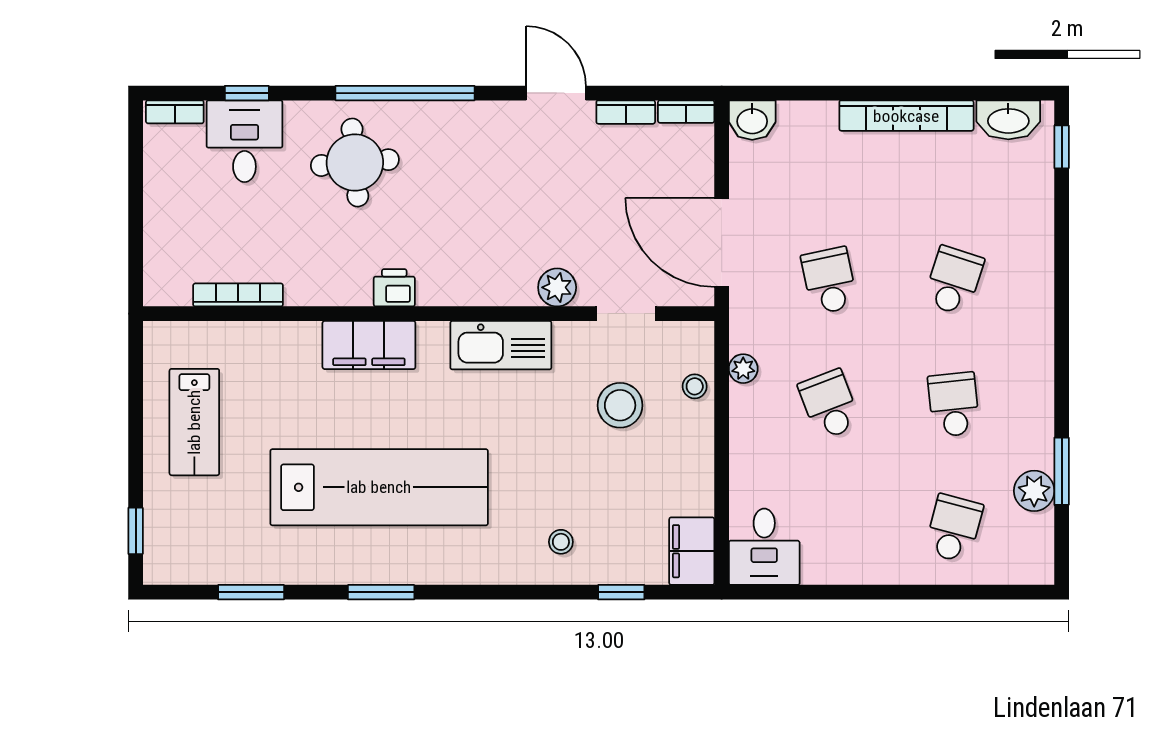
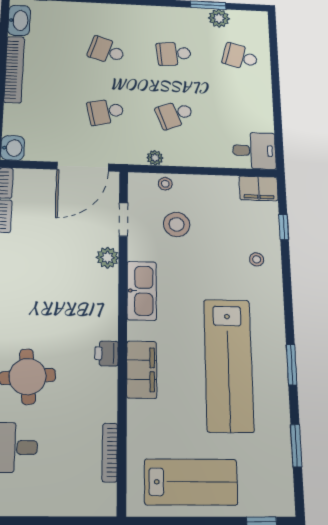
lab bench: (194, 422) -> (191, 482), width x1.36, depth x1.39
lab bench: (379, 487) -> (229, 365), turned 180

